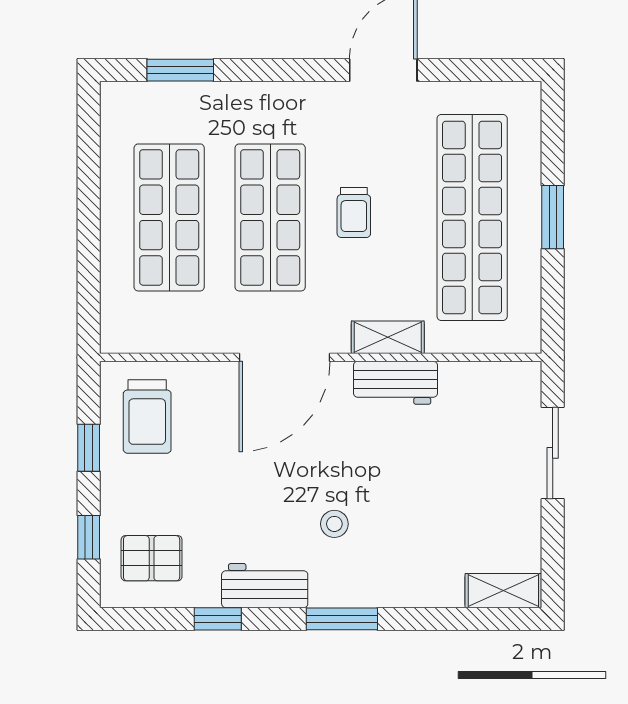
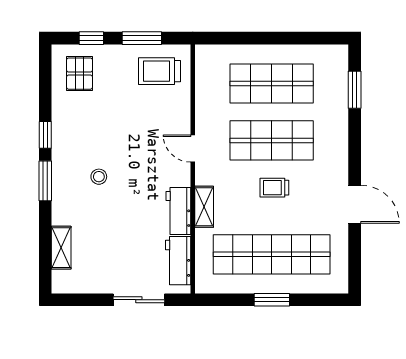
door: (284, 357) -> (193, 149), width x0.53
window: (89, 448) -> (142, 38), width x1.50
workbench: (265, 586) -> (178, 261), moved, turned 180
shelving: (503, 591) -> (61, 248), moved
window: (218, 619) -> (45, 135), moved

